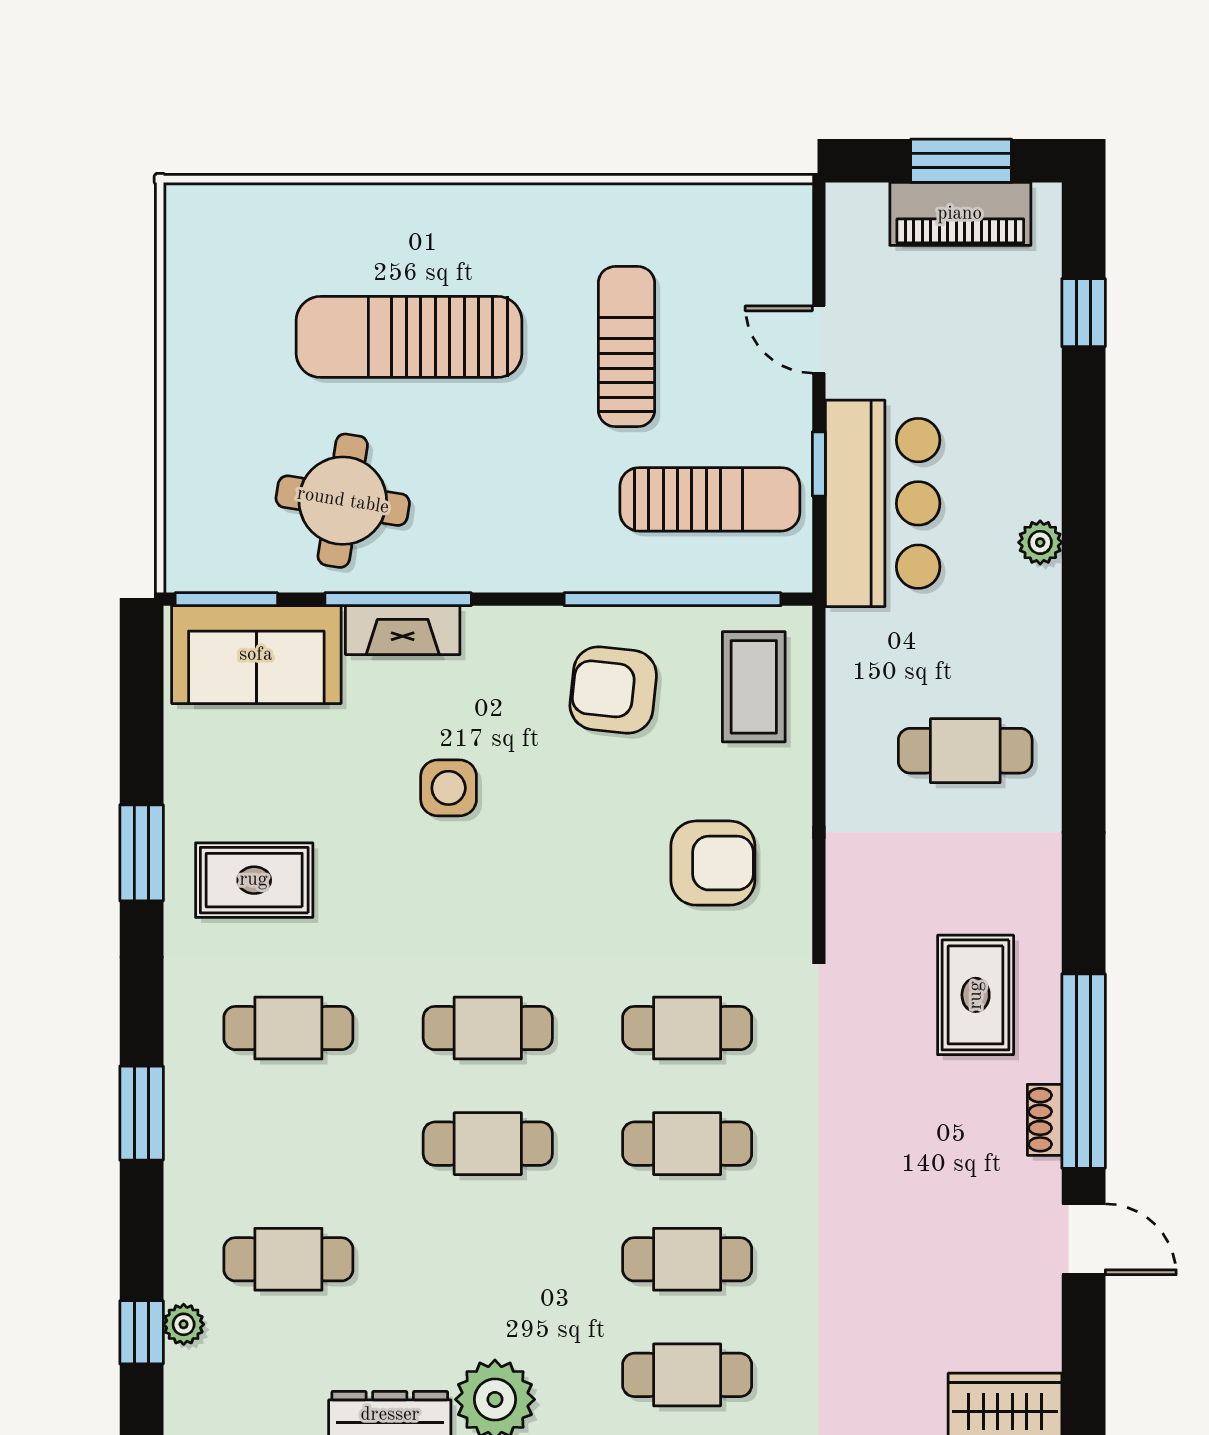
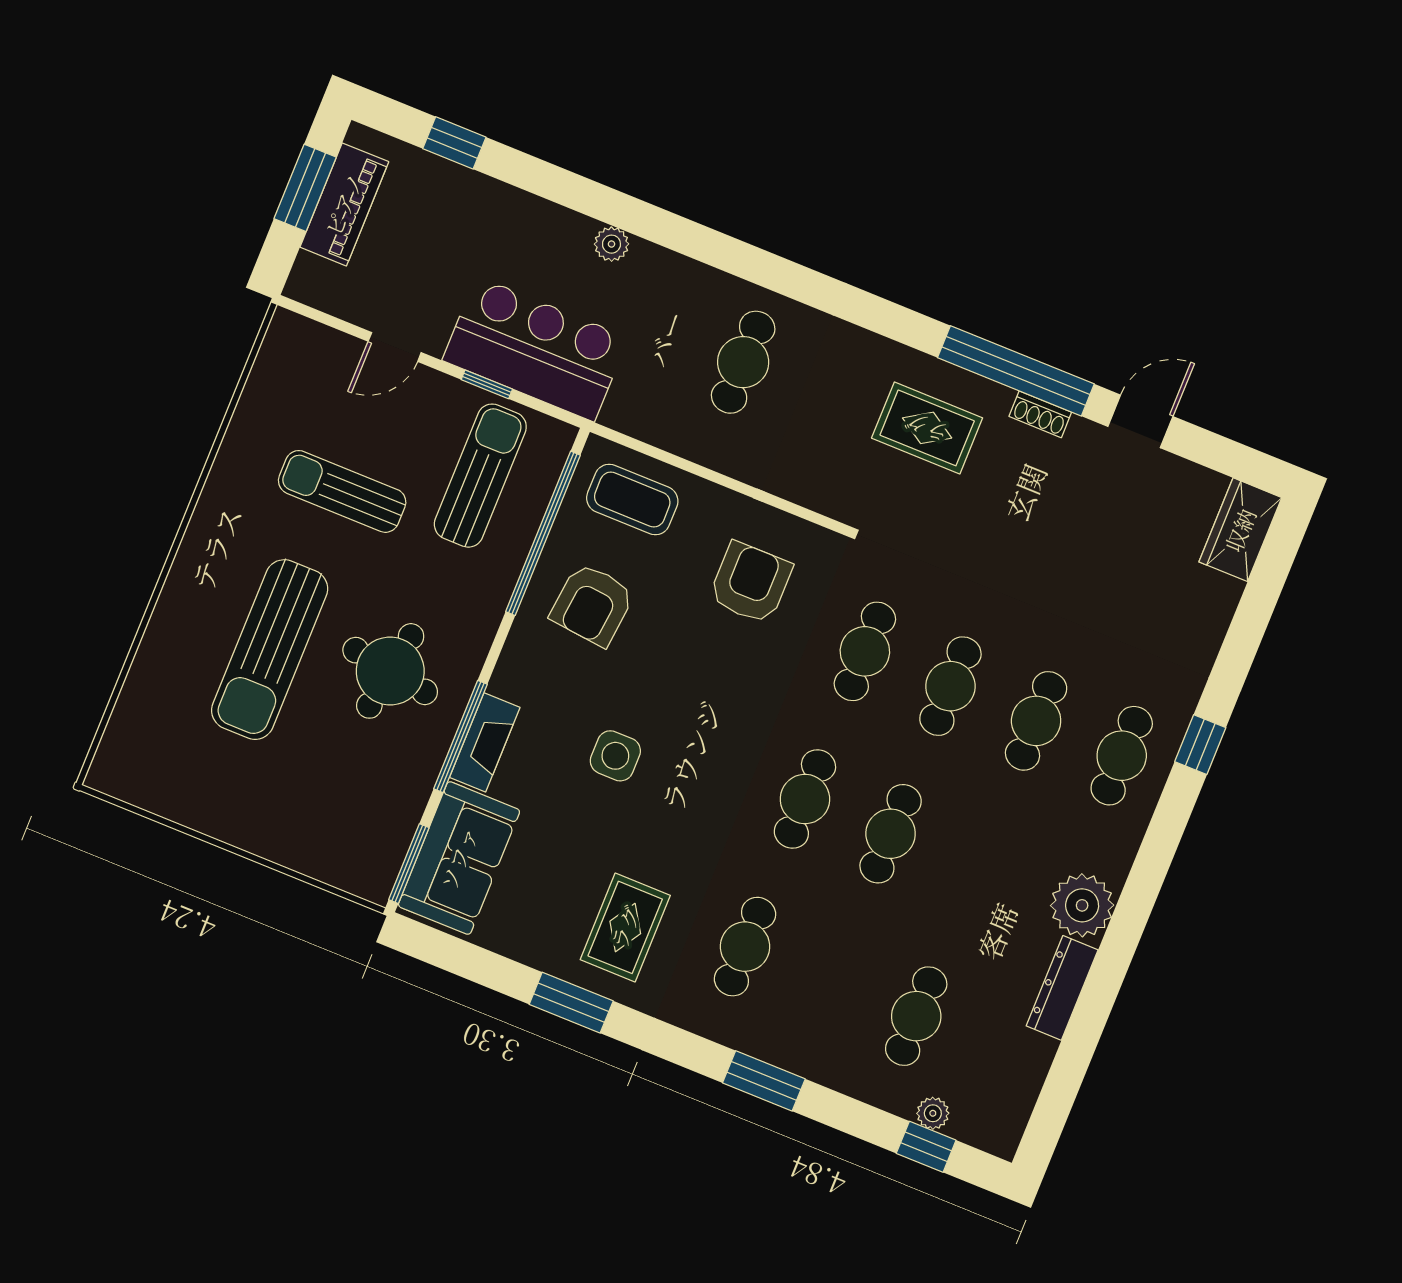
round table: (343, 501) -> (390, 671), moved

